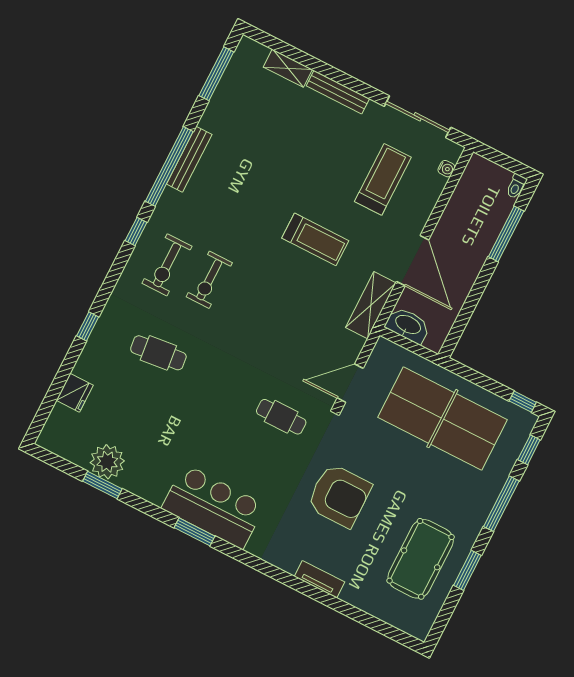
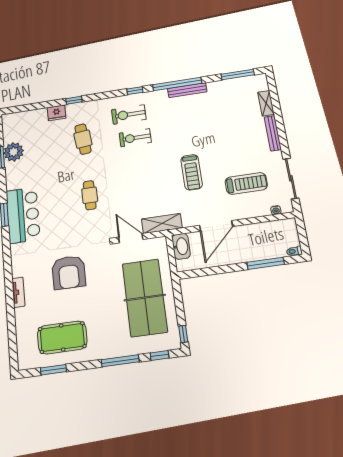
shelving: (371, 305) -> (162, 223), moved
fridge: (75, 393) -> (57, 113), moved
cafe table: (281, 417) -> (90, 195), moved
window: (467, 570) -> (53, 370), moved

